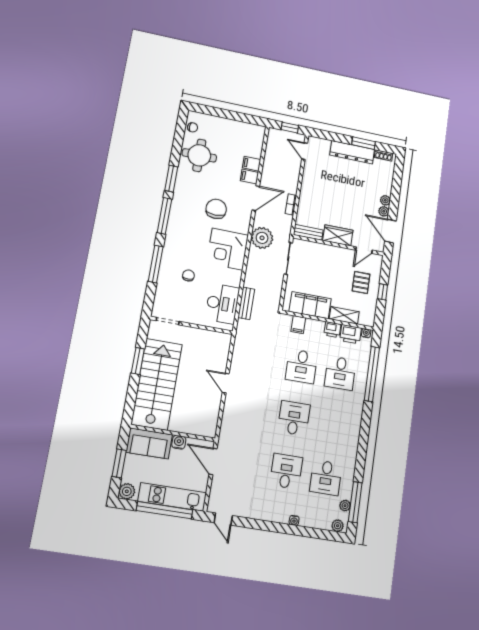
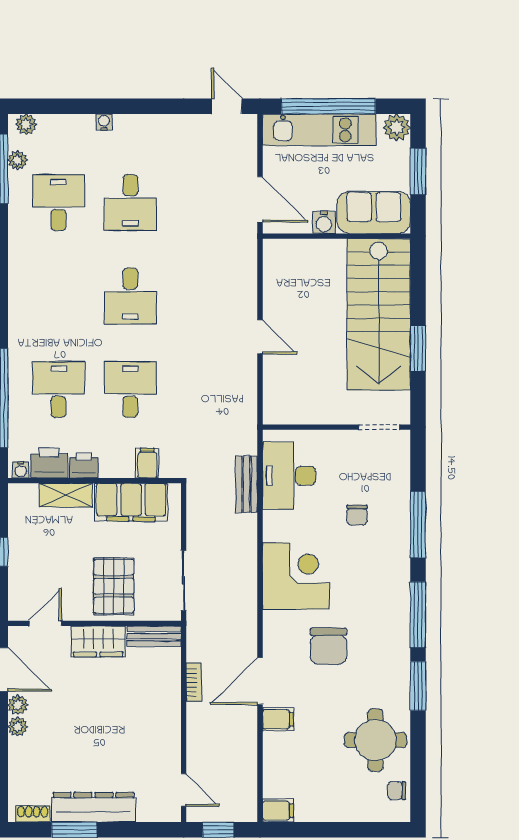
filing cabinet: (252, 164) -> (278, 810), moved
plant: (262, 238) -> (237, 609), removed
pallet: (361, 282) -> (114, 586), moved, width x1.50, depth x1.42

